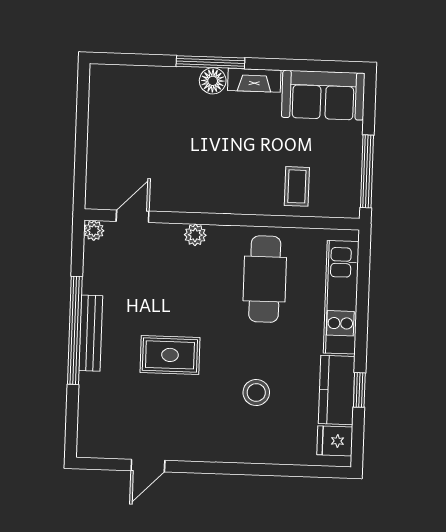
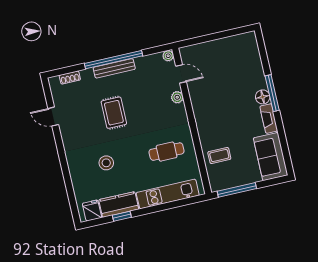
plant: (195, 235) -> (177, 97), moved
cafe table: (265, 279) -> (167, 152), width x0.73, depth x0.74
shoe rack: (86, 417) -> (70, 78), added

